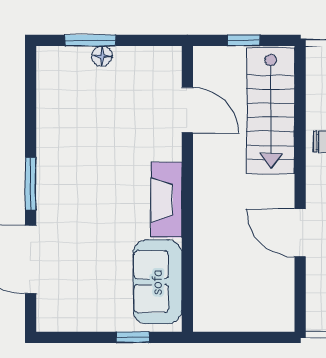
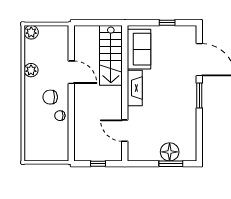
floor lamp: (102, 56) -> (170, 152), width x1.89, depth x1.89
stairs: (271, 111) -> (111, 55), moved, turned 180
window: (133, 337) -> (167, 23), moved

